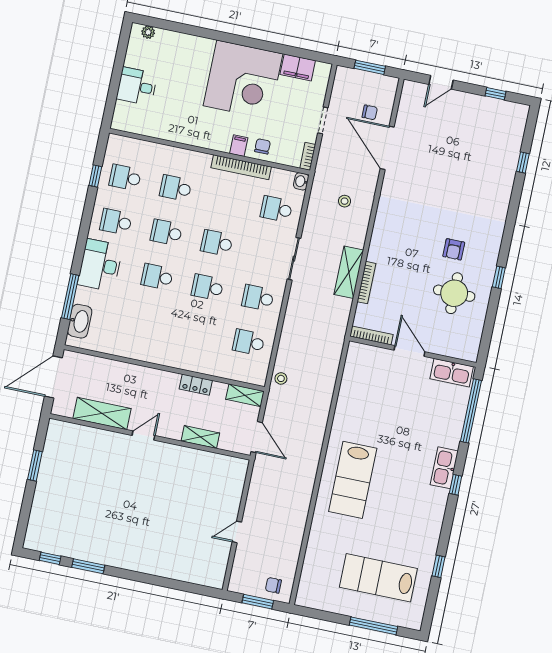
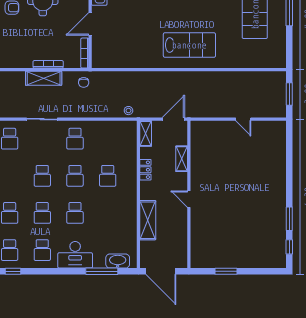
school desk: (249, 342) -> (108, 176), moved
shelving: (102, 414) -> (148, 220), moved
chair: (273, 585) -> (84, 82), moved

